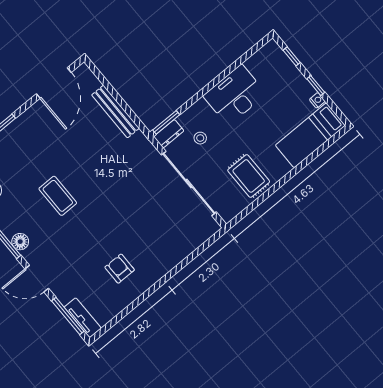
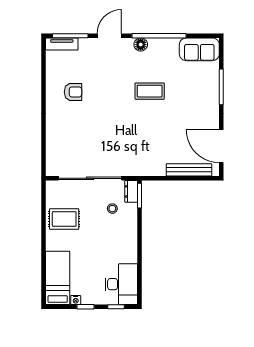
desk: (235, 95) -> (121, 284), moved
bench: (115, 112) -> (189, 170), moved

